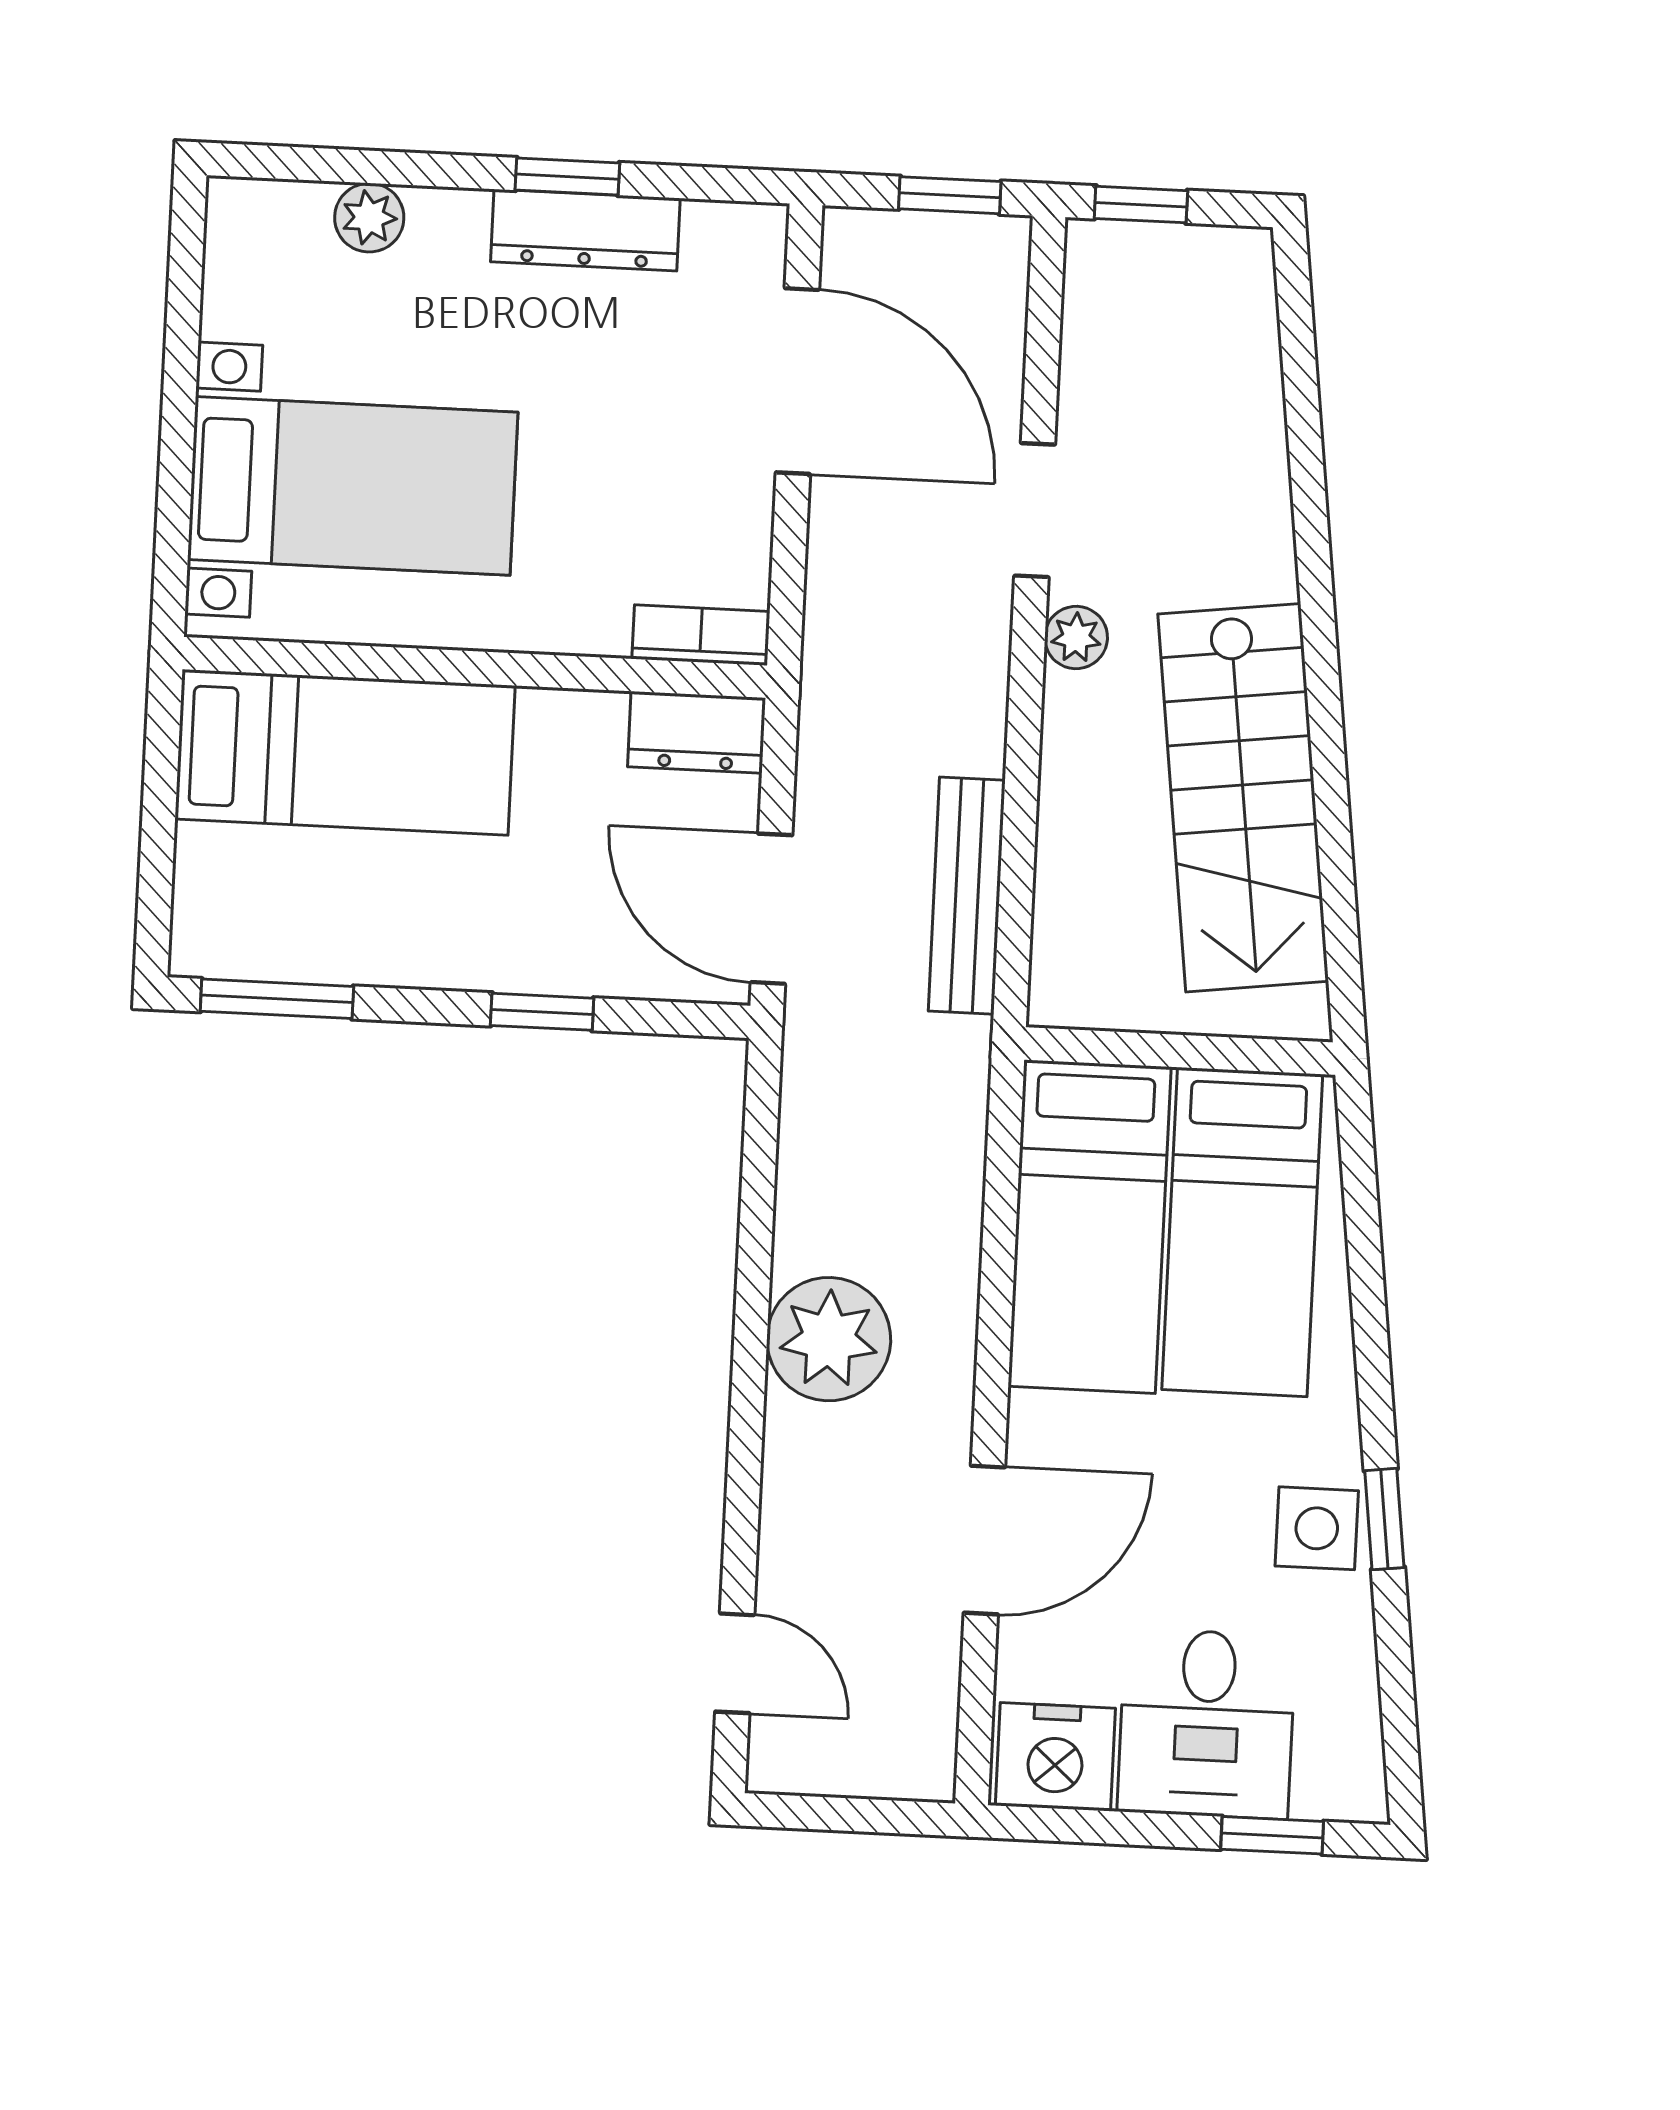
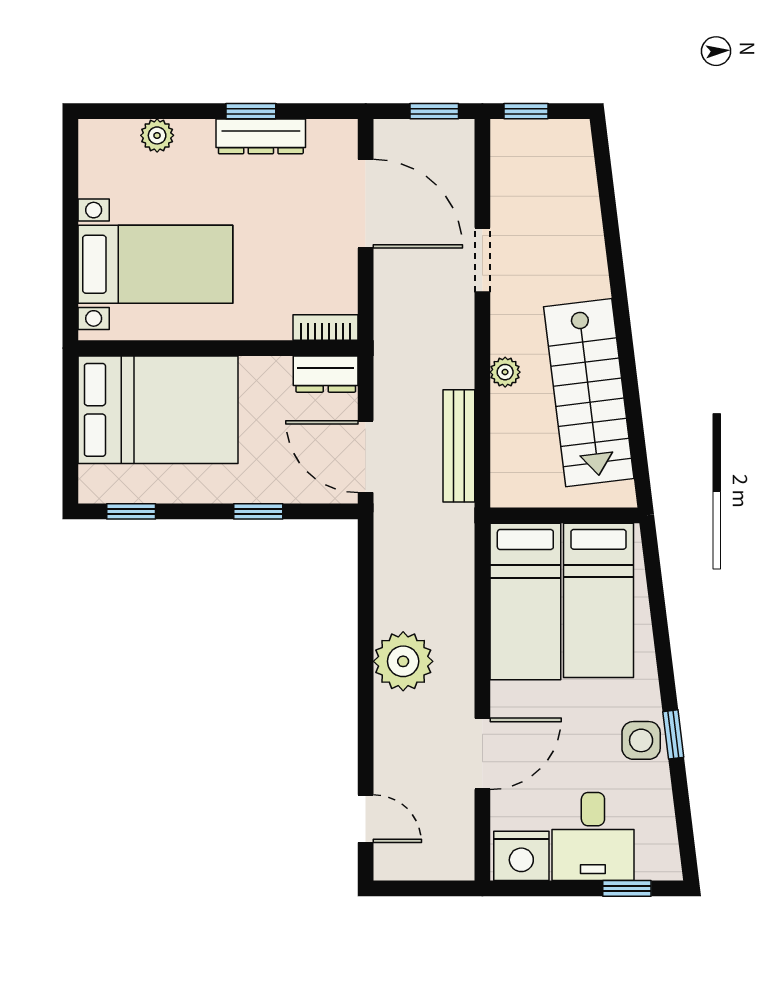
plant: (1076, 638) -> (505, 372), moved
bed: (345, 752) -> (158, 410), width x1.50
window: (277, 999) -> (131, 511), width x0.67

